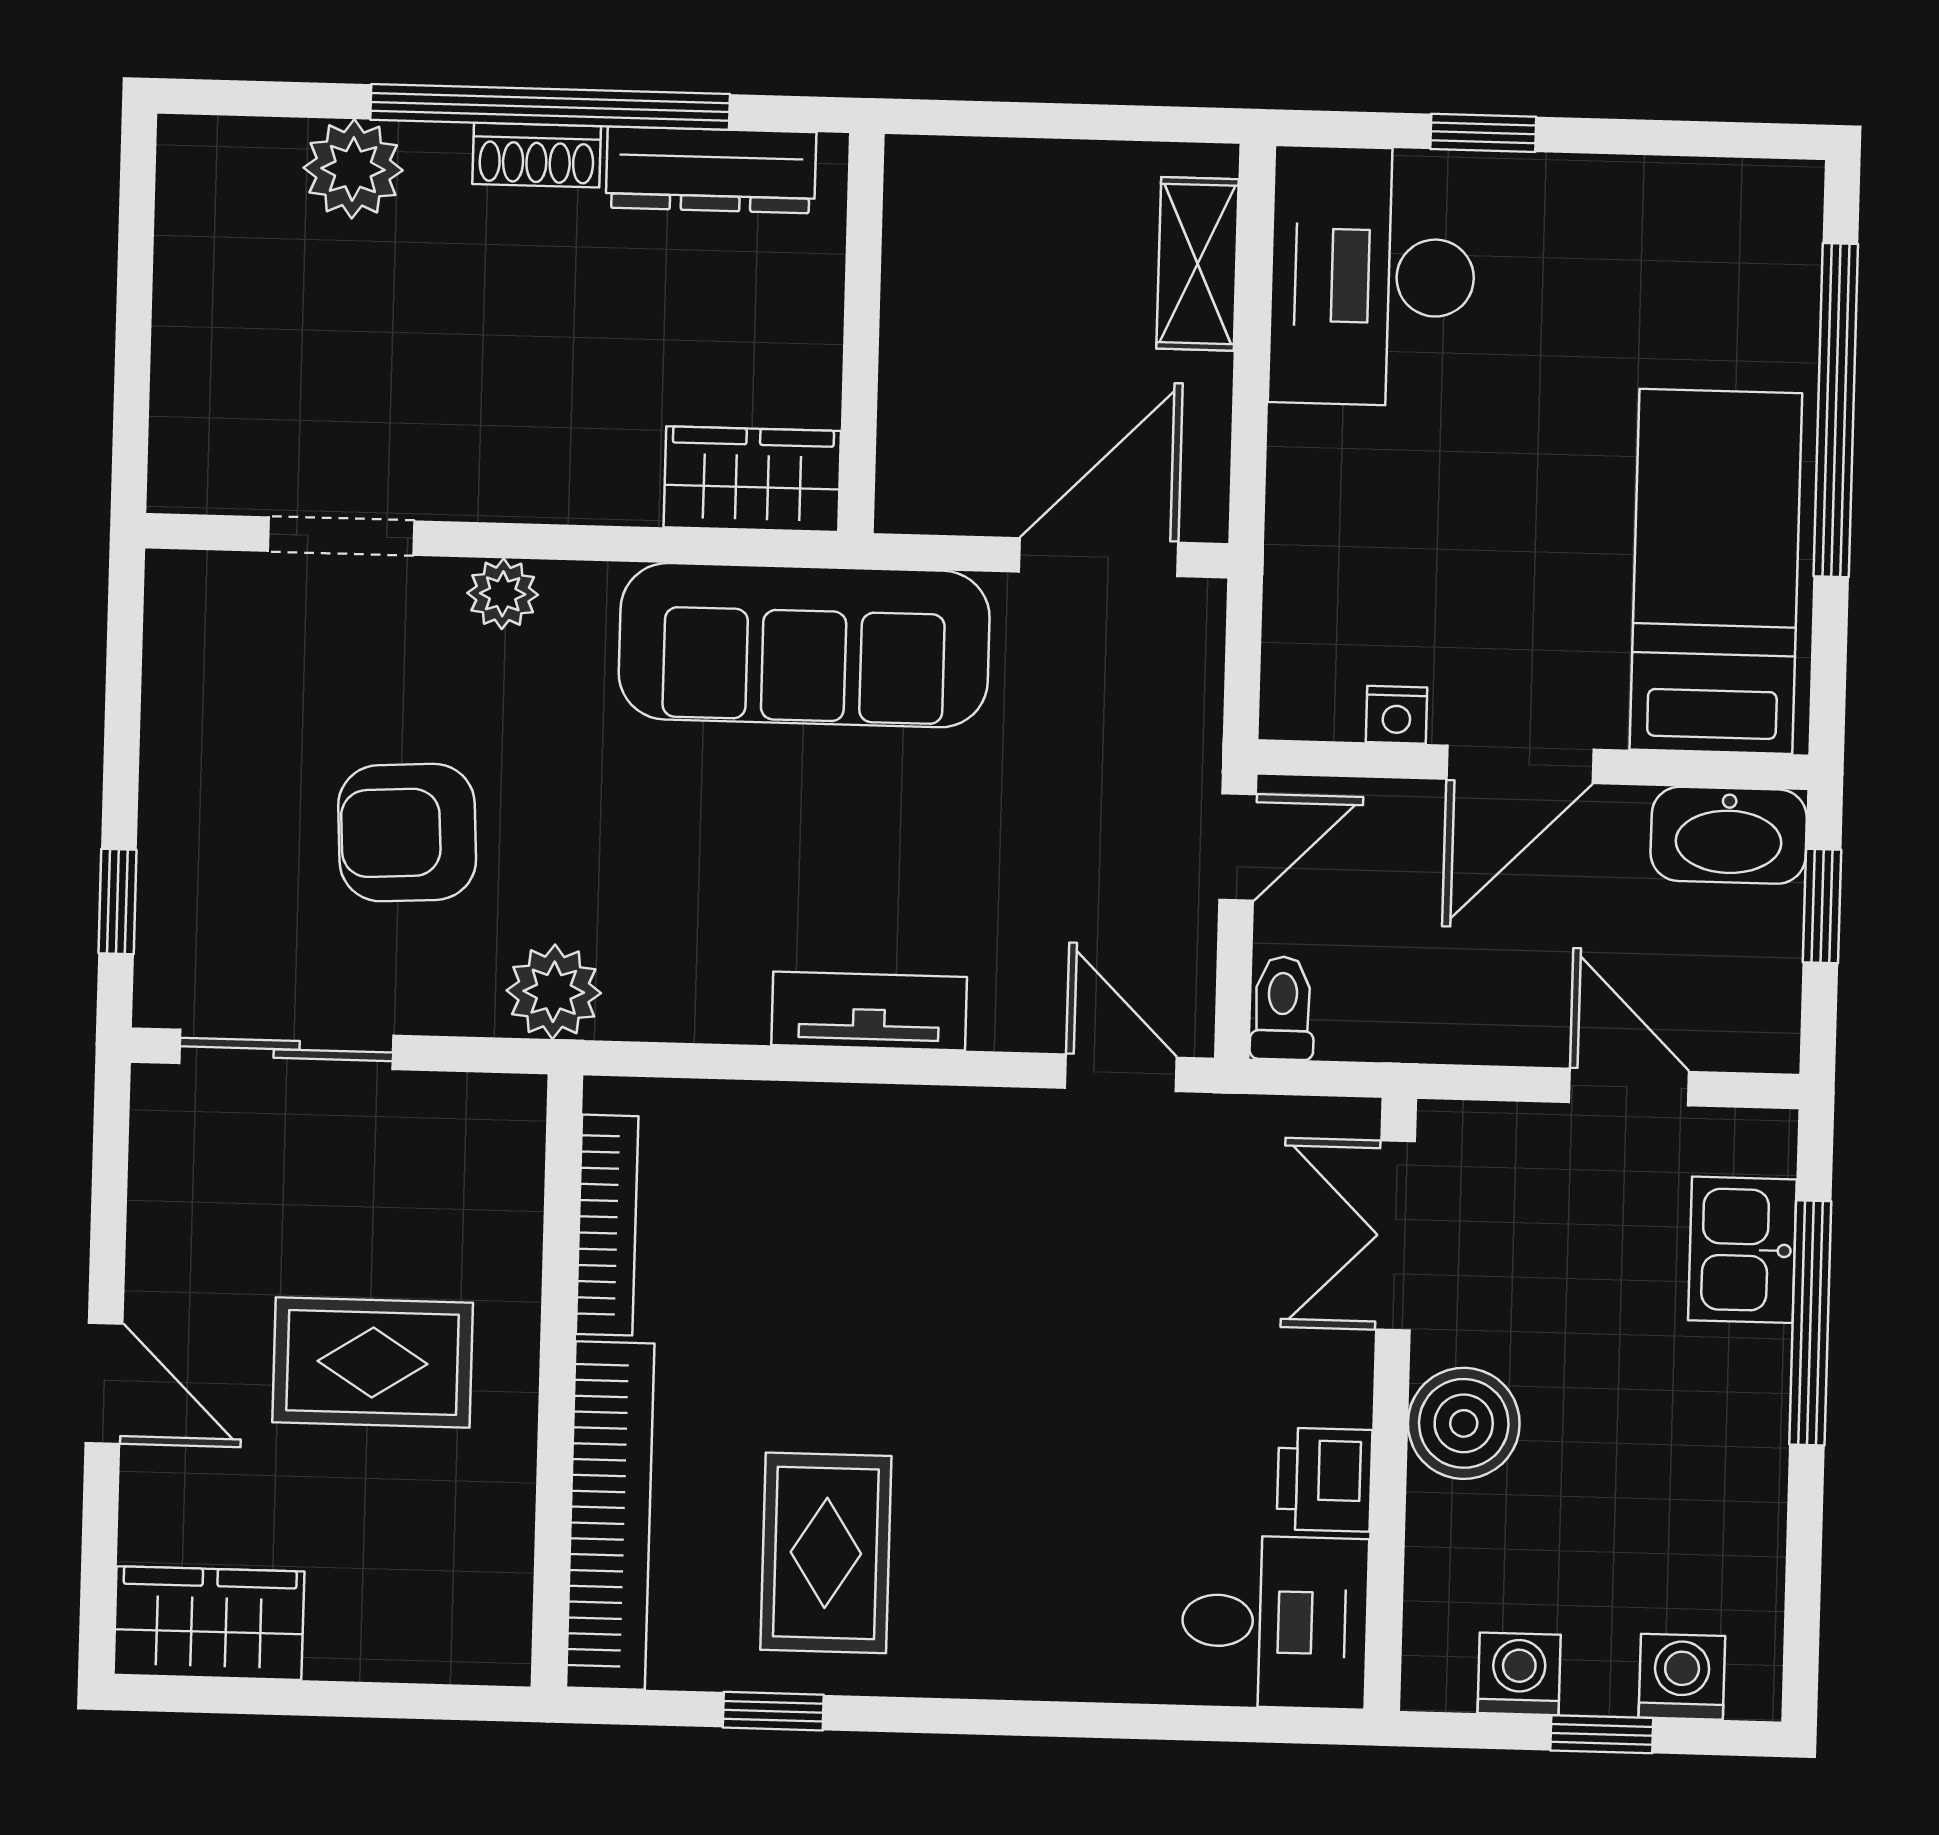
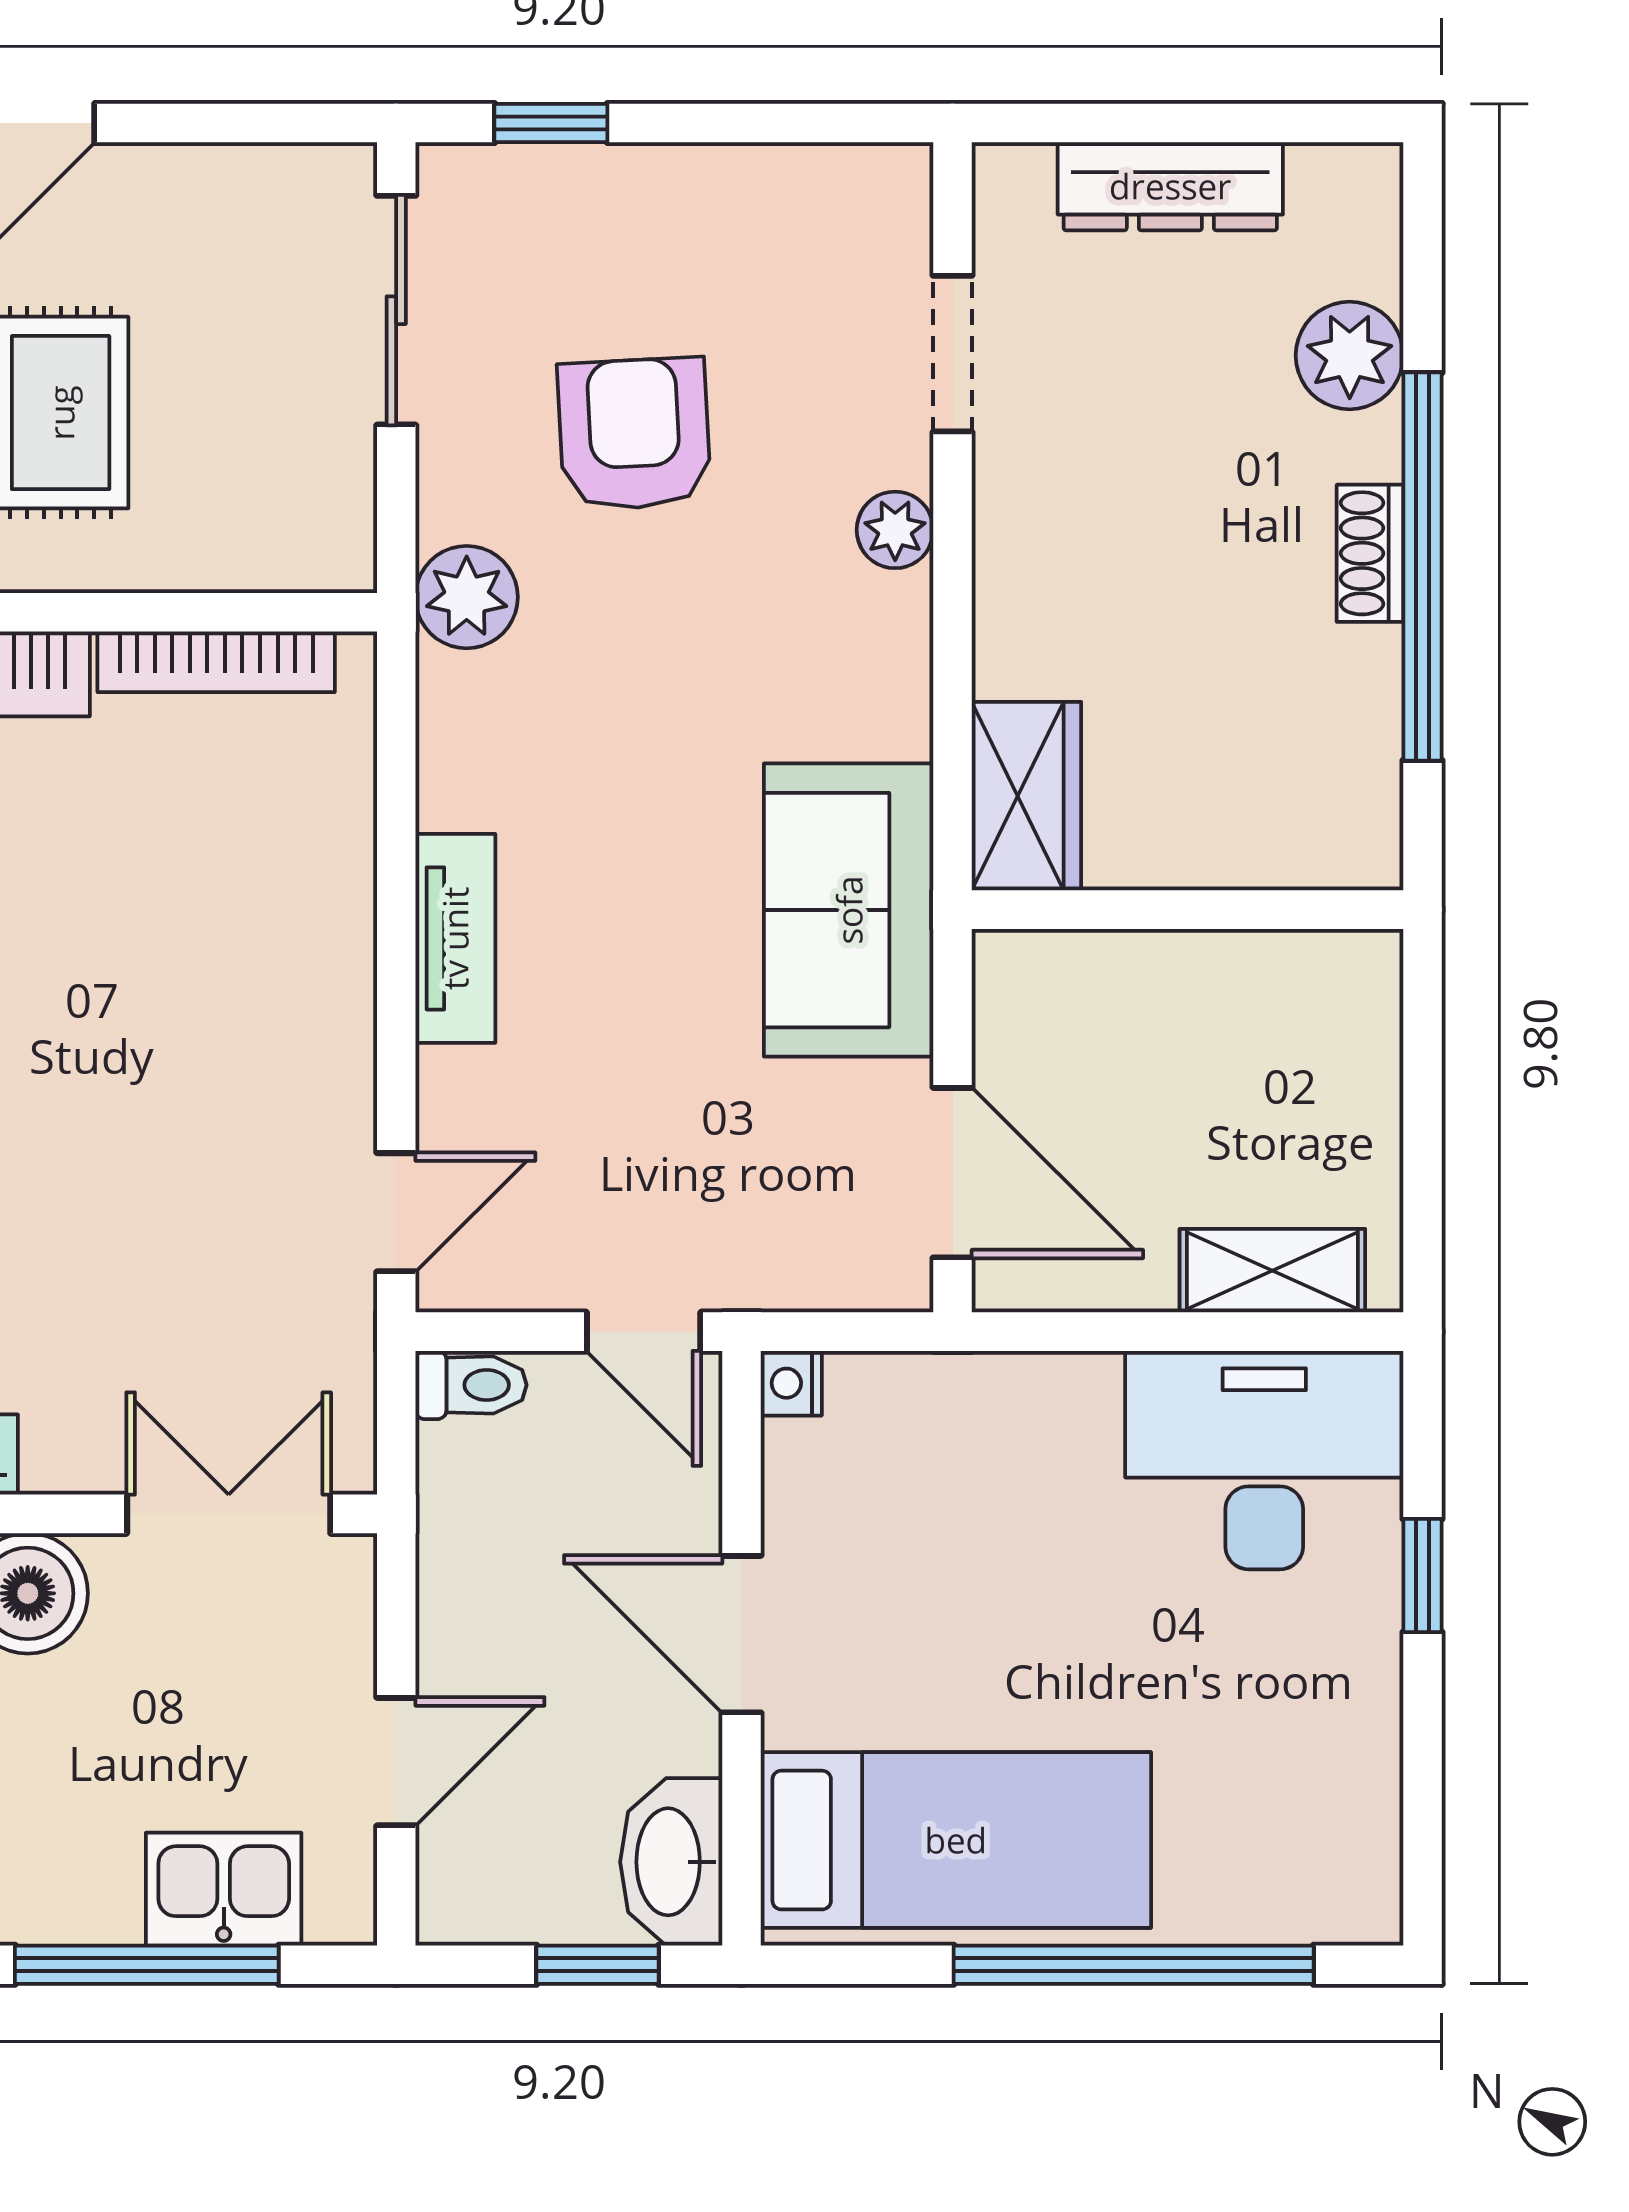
dresser: (711, 170) -> (1170, 186), moved, turned -90
sofa: (804, 645) -> (849, 910), width x0.73
nightstand: (1396, 715) -> (791, 1383), moved

